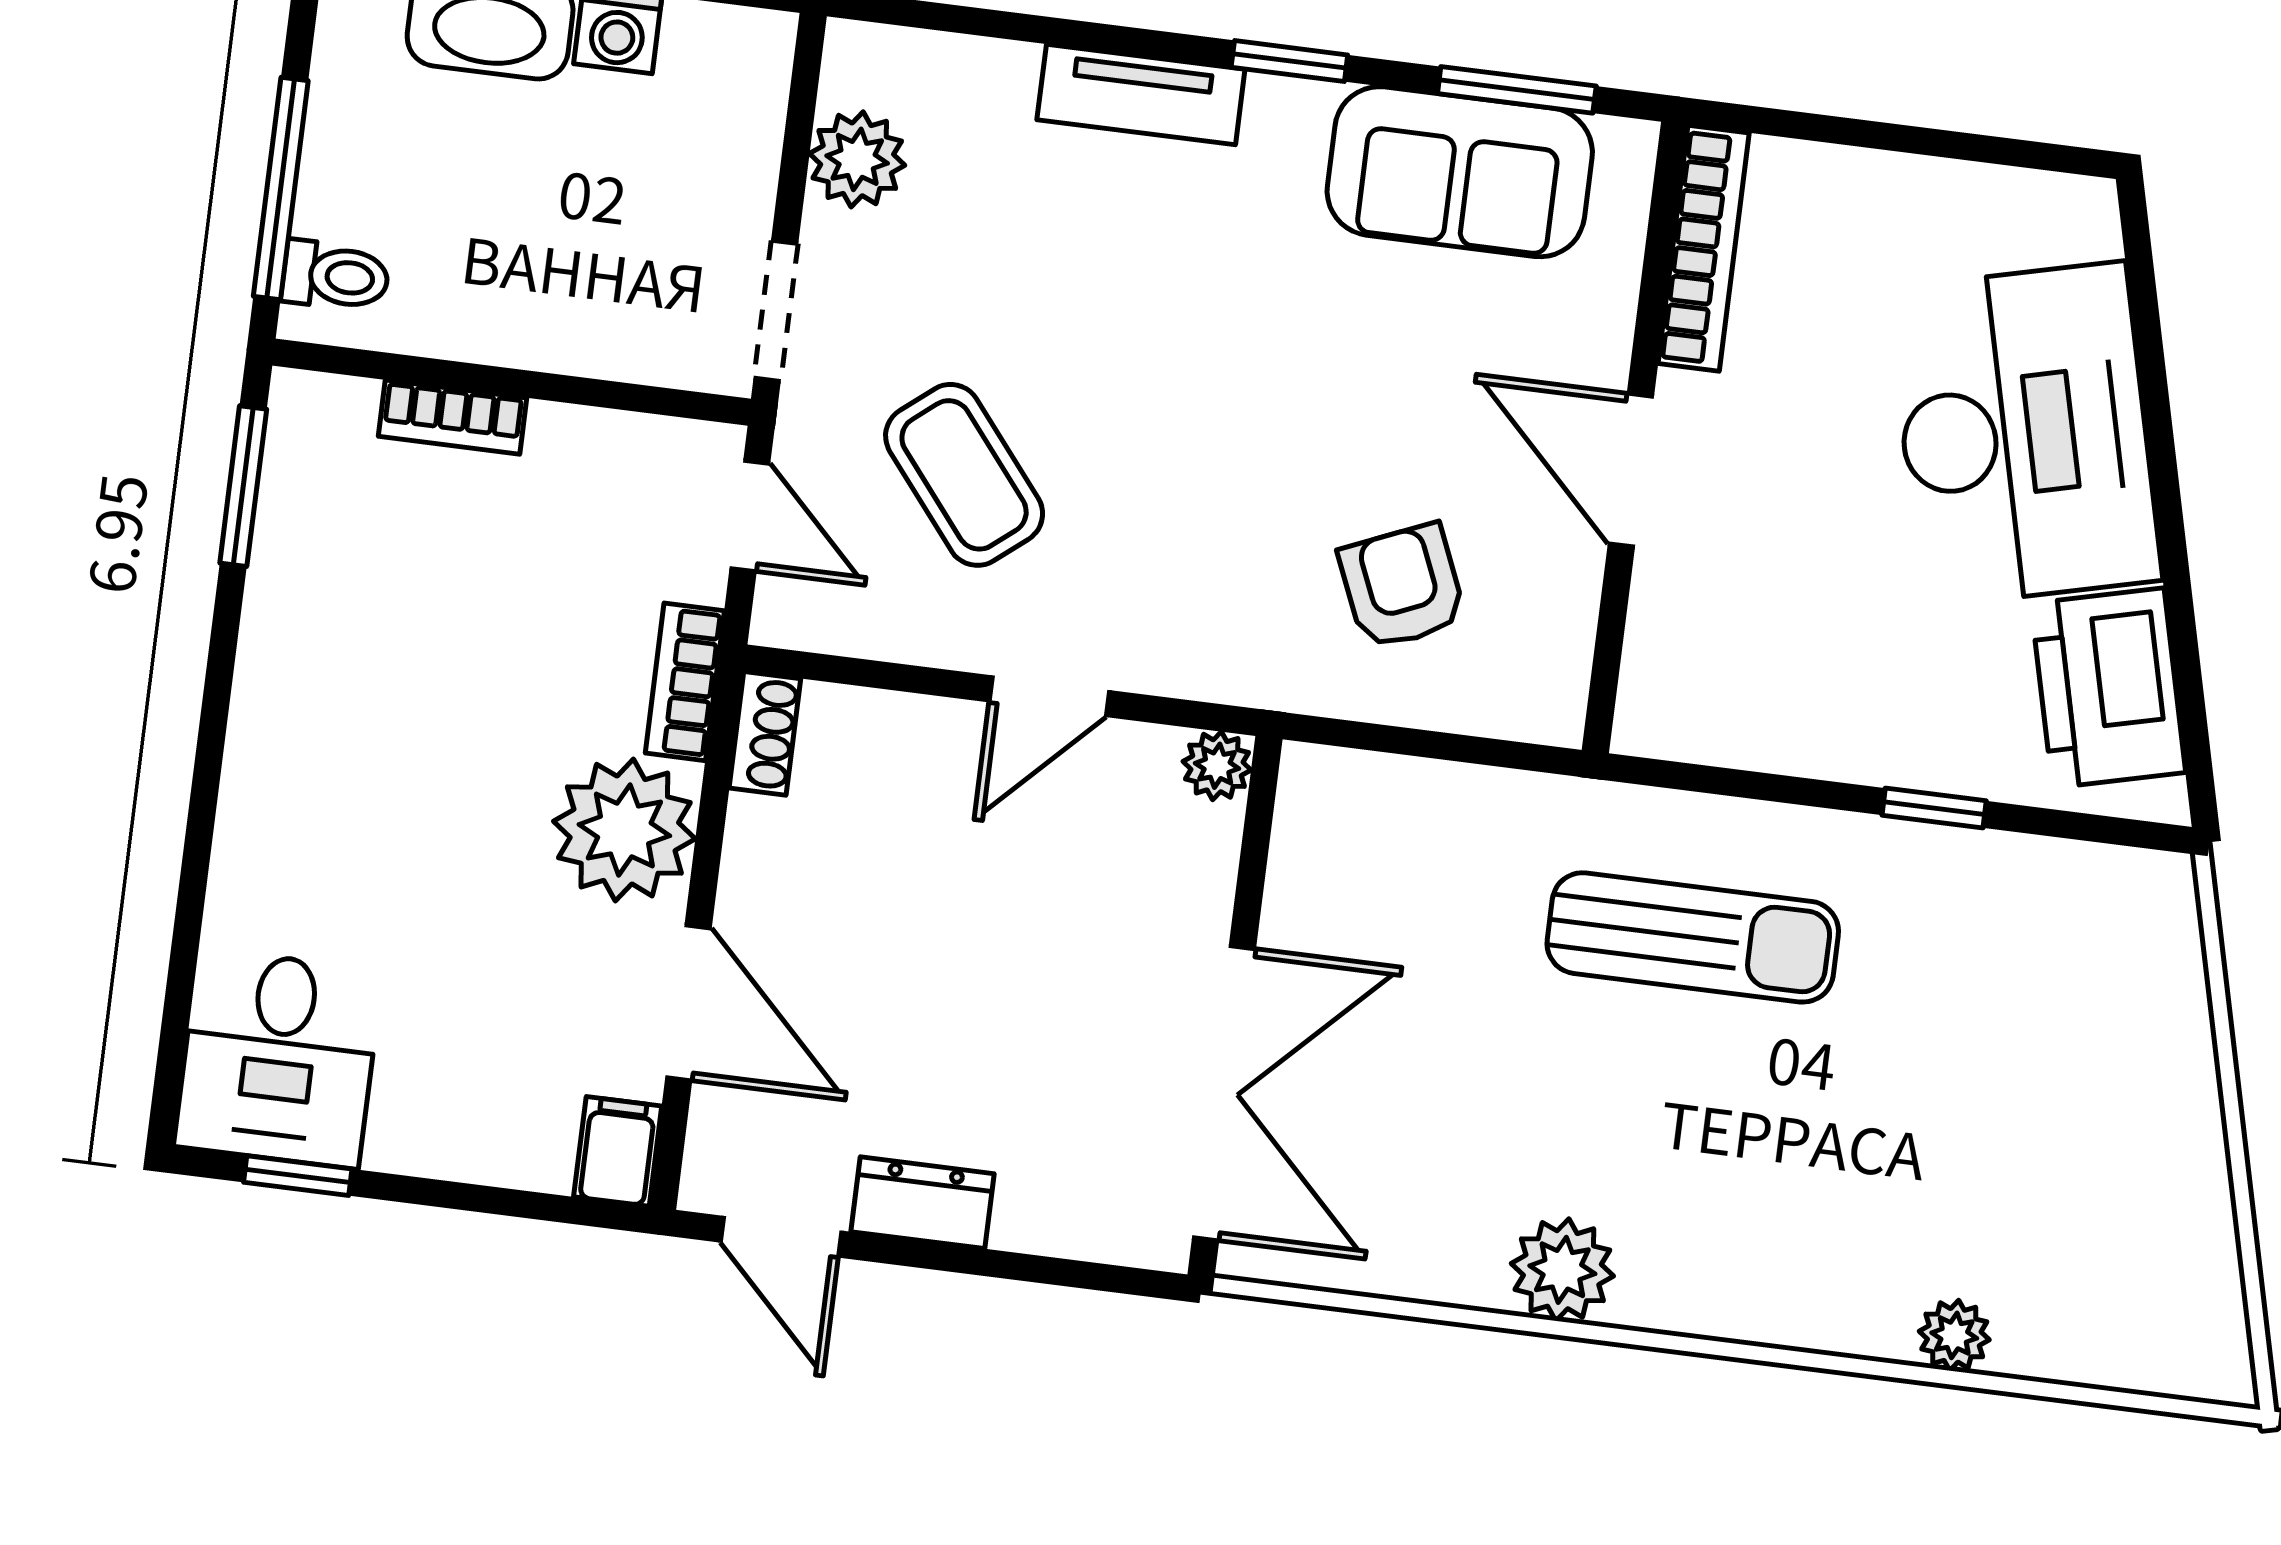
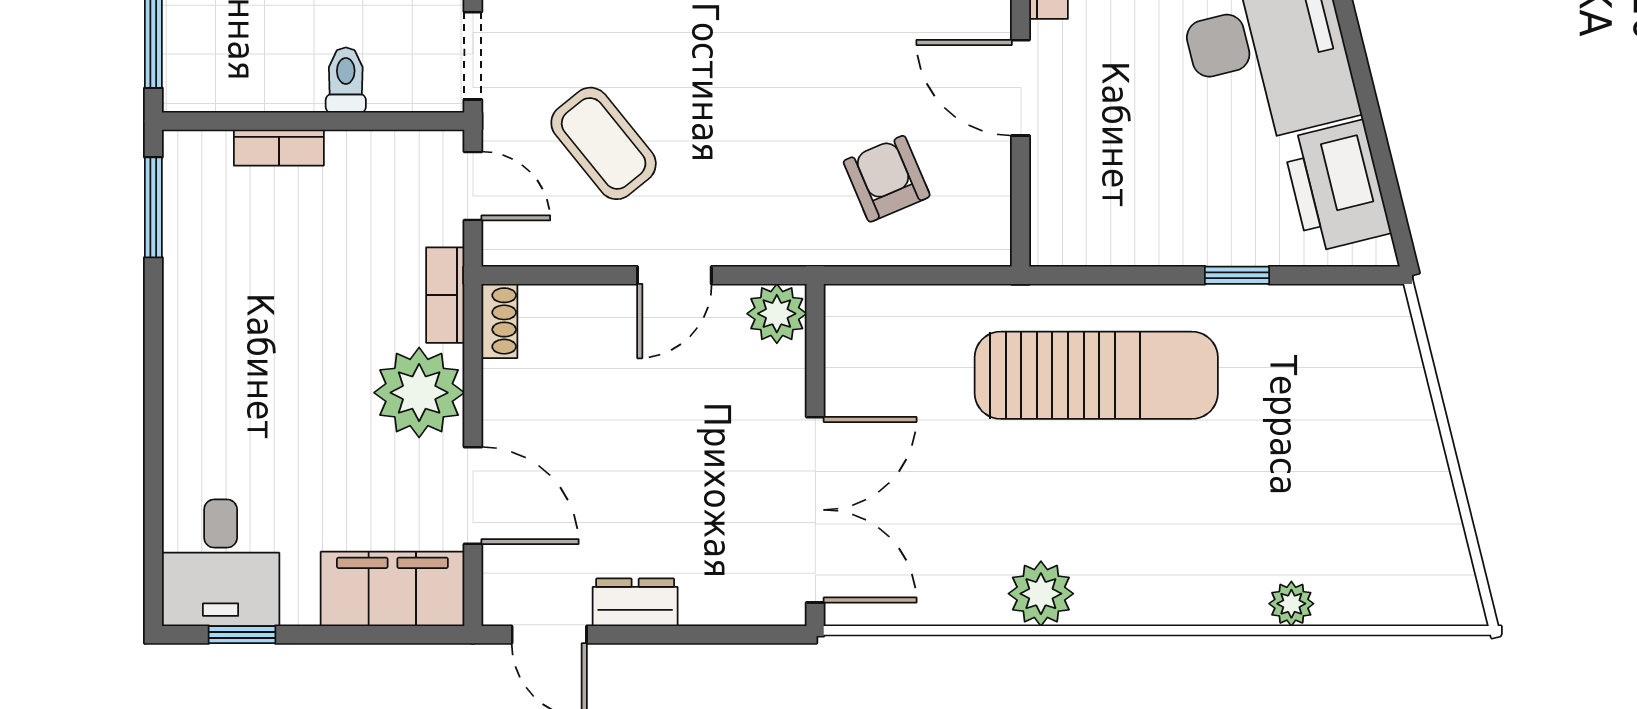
toilet: (335, 276) -> (346, 80), moved, turned -90
plant: (1217, 766) -> (777, 314), width x1.38, depth x1.38
sun lounger: (1693, 937) -> (1096, 375), width x1.36, depth x1.34
filing cabinet: (618, 1151) -> (392, 589), width x3.00, depth x1.17

